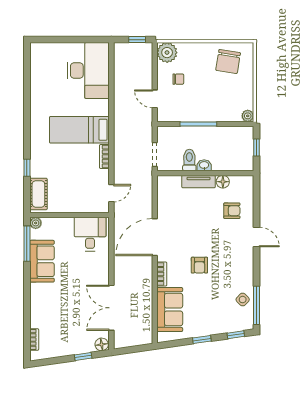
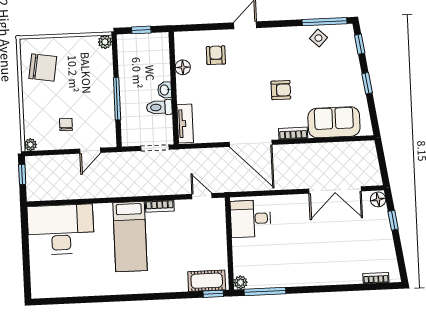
plant: (167, 53) -> (30, 145), width x0.53, depth x0.53
window: (27, 168) -> (213, 294), moved
tv unit: (199, 182) -> (185, 124), moved
sofa: (42, 261) -> (285, 273), removed

